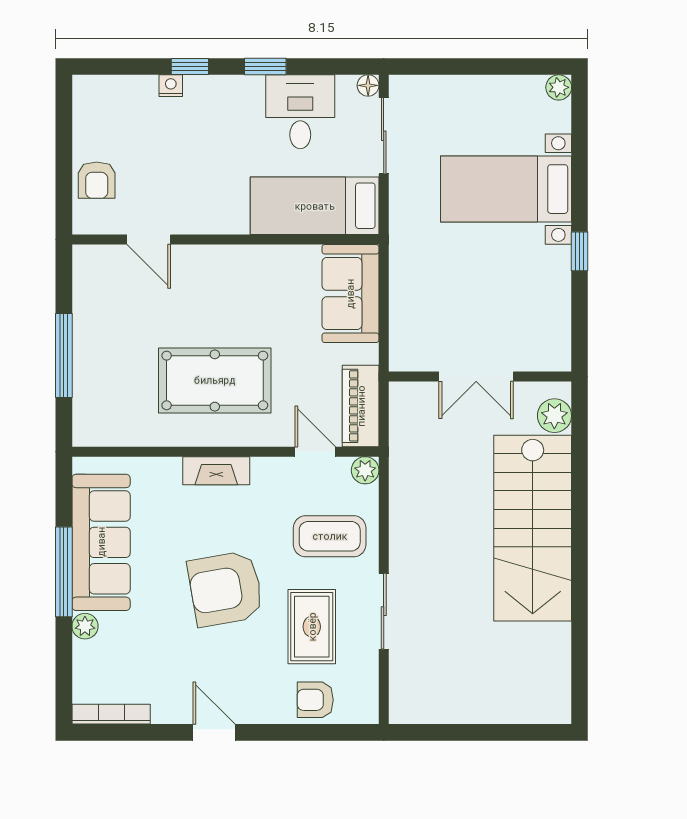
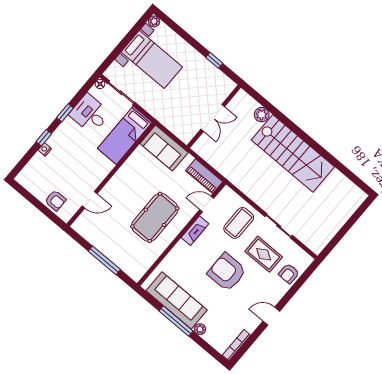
bed with nightstands: (506, 189) -> (152, 59), moved, turned -90
double door: (476, 377) -> (213, 118), moved
wall: (480, 377) -> (214, 116), moved
plant: (365, 470) -> (227, 193), removed
fireplace: (216, 471) -> (195, 231), moved
armchair: (225, 589) -> (227, 272), turned 100

